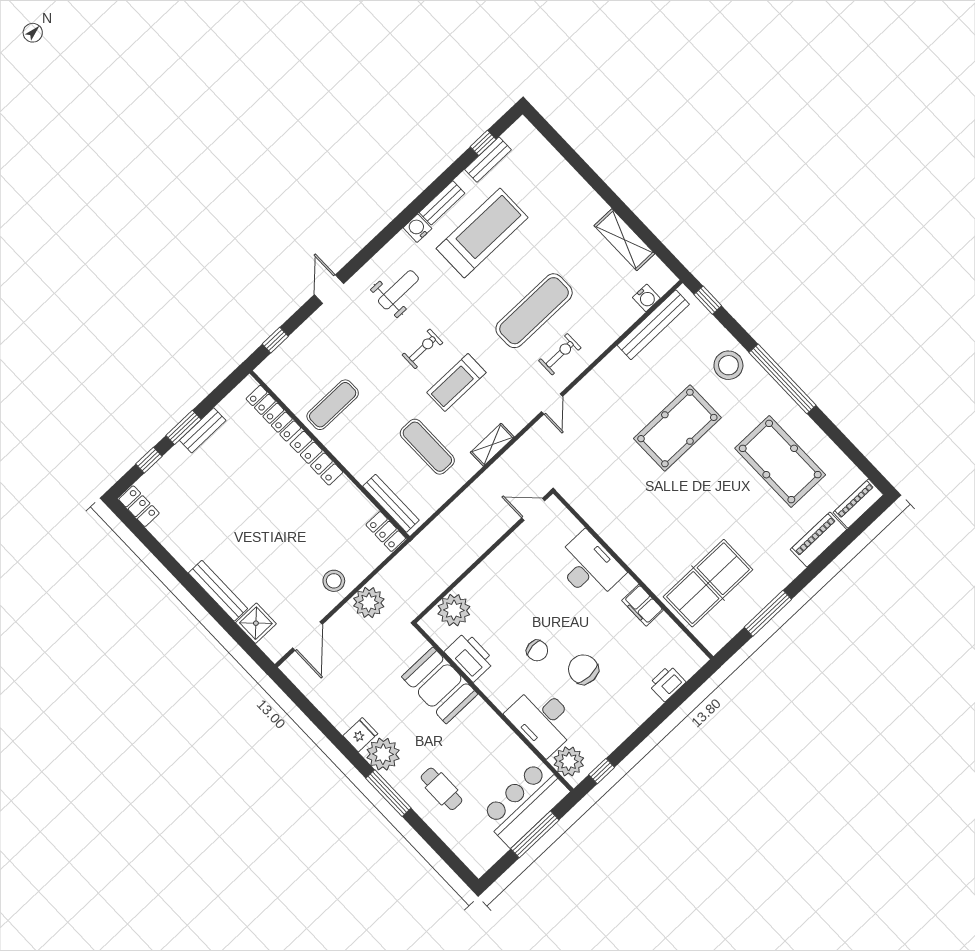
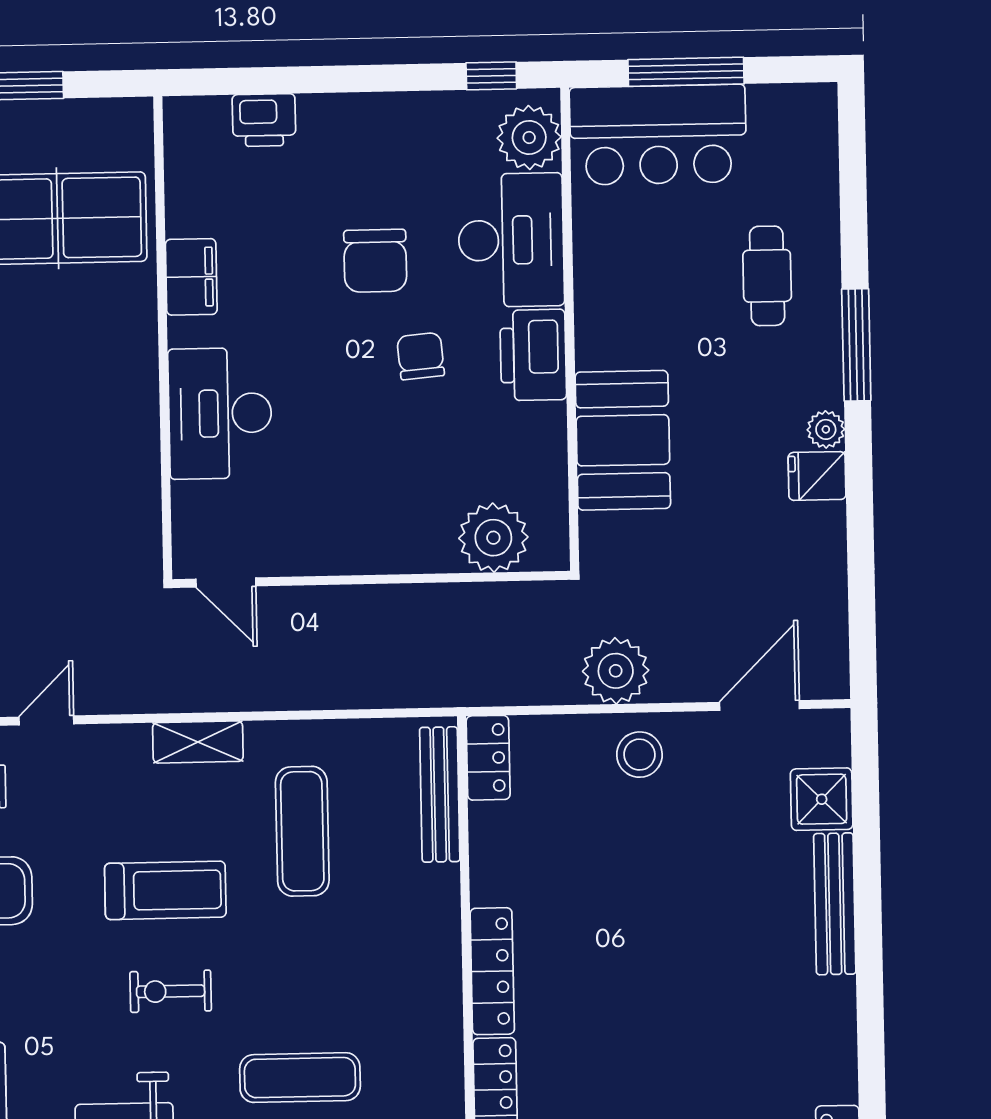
exercise mat: (333, 405) -> (300, 1078), moved
printer: (470, 657) -> (533, 355), moved
plant: (383, 754) -> (826, 429), width x0.53, depth x0.53

